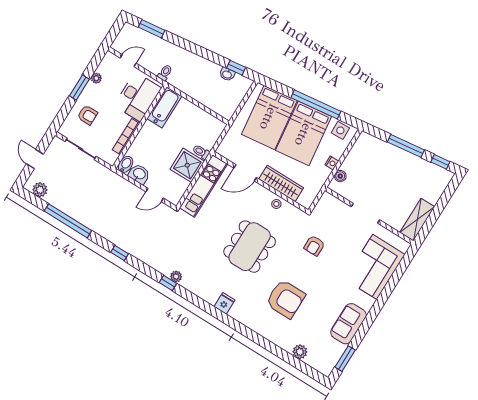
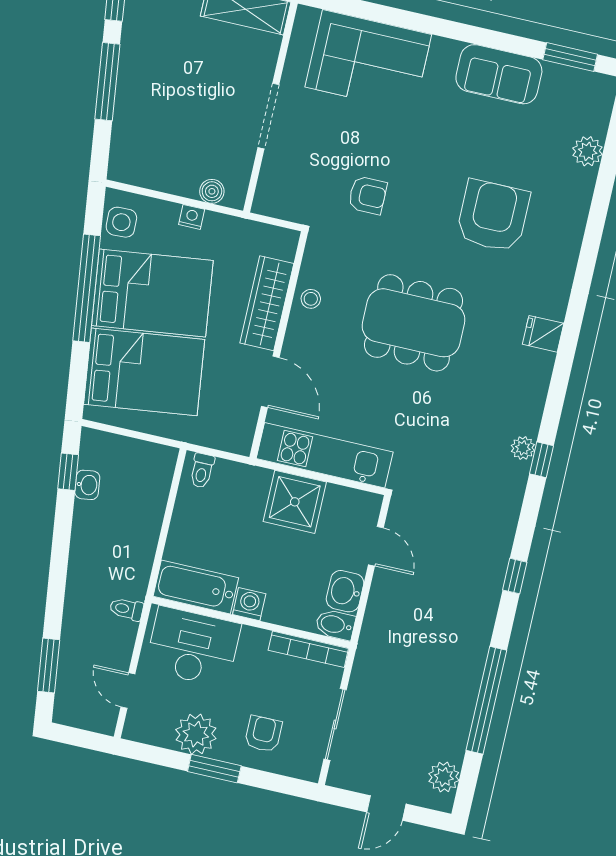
plant: (96, 78) -> (196, 734), width x1.88, depth x1.88
washing machine: (148, 129) -> (249, 604), added
bookcase: (126, 137) -> (308, 649), moved
toilet: (201, 152) -> (202, 471), moved

